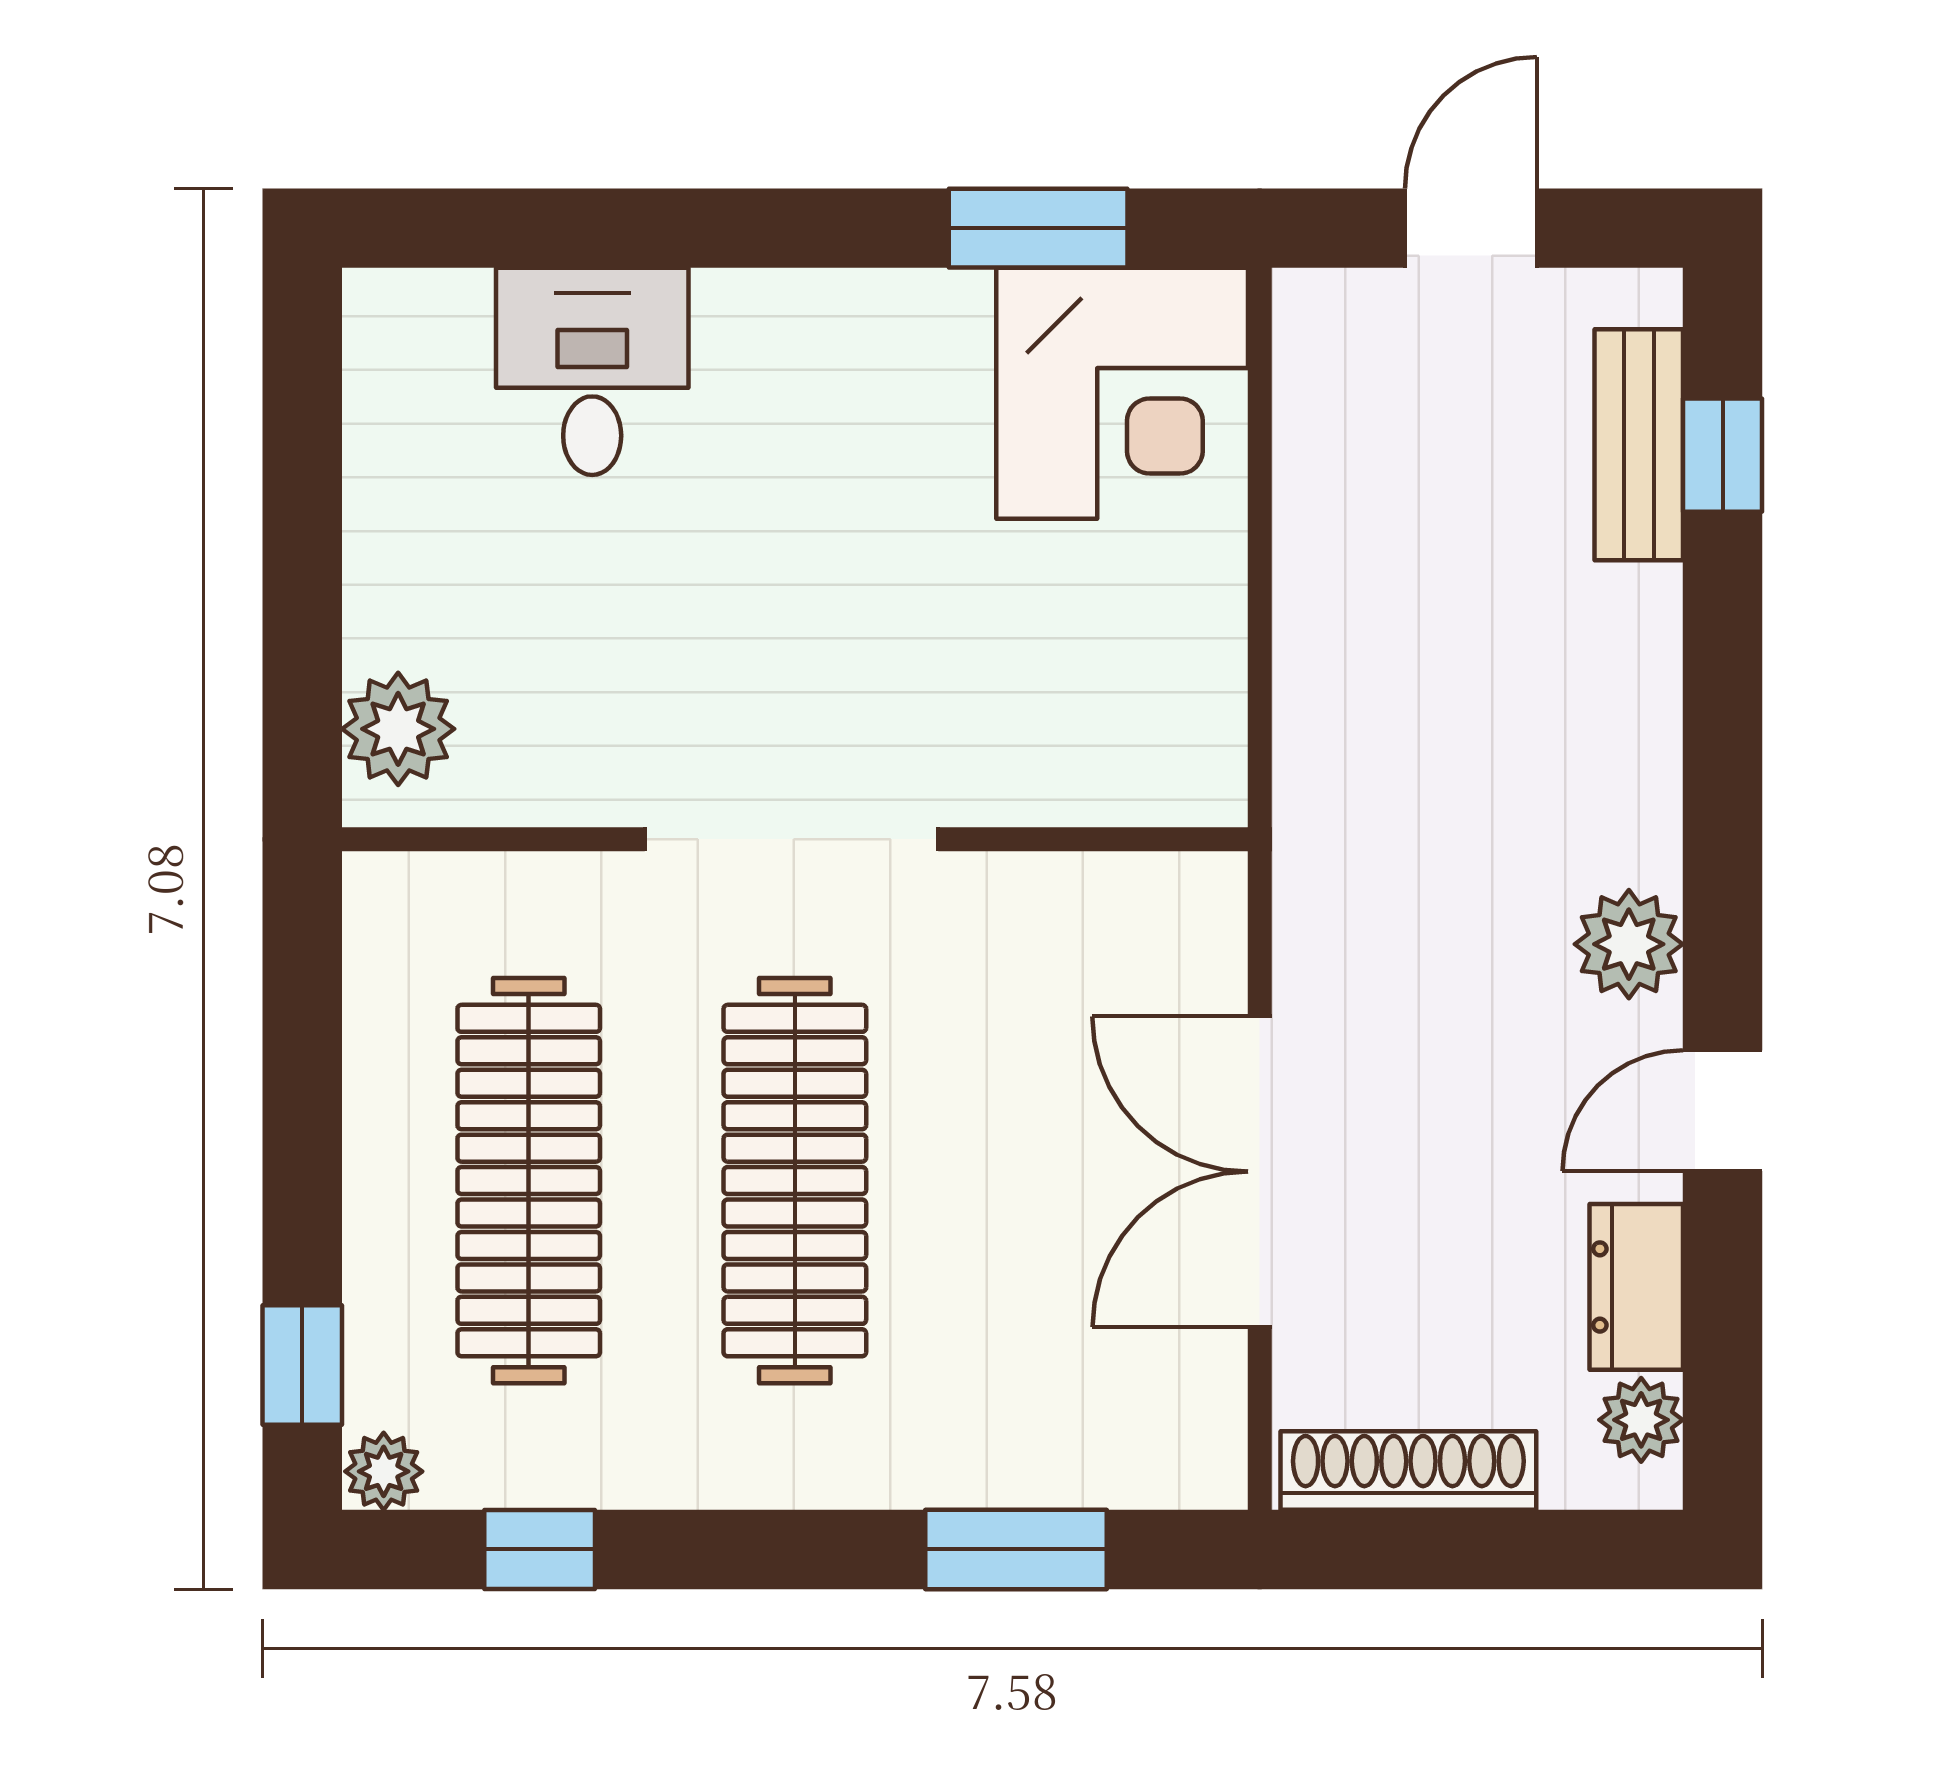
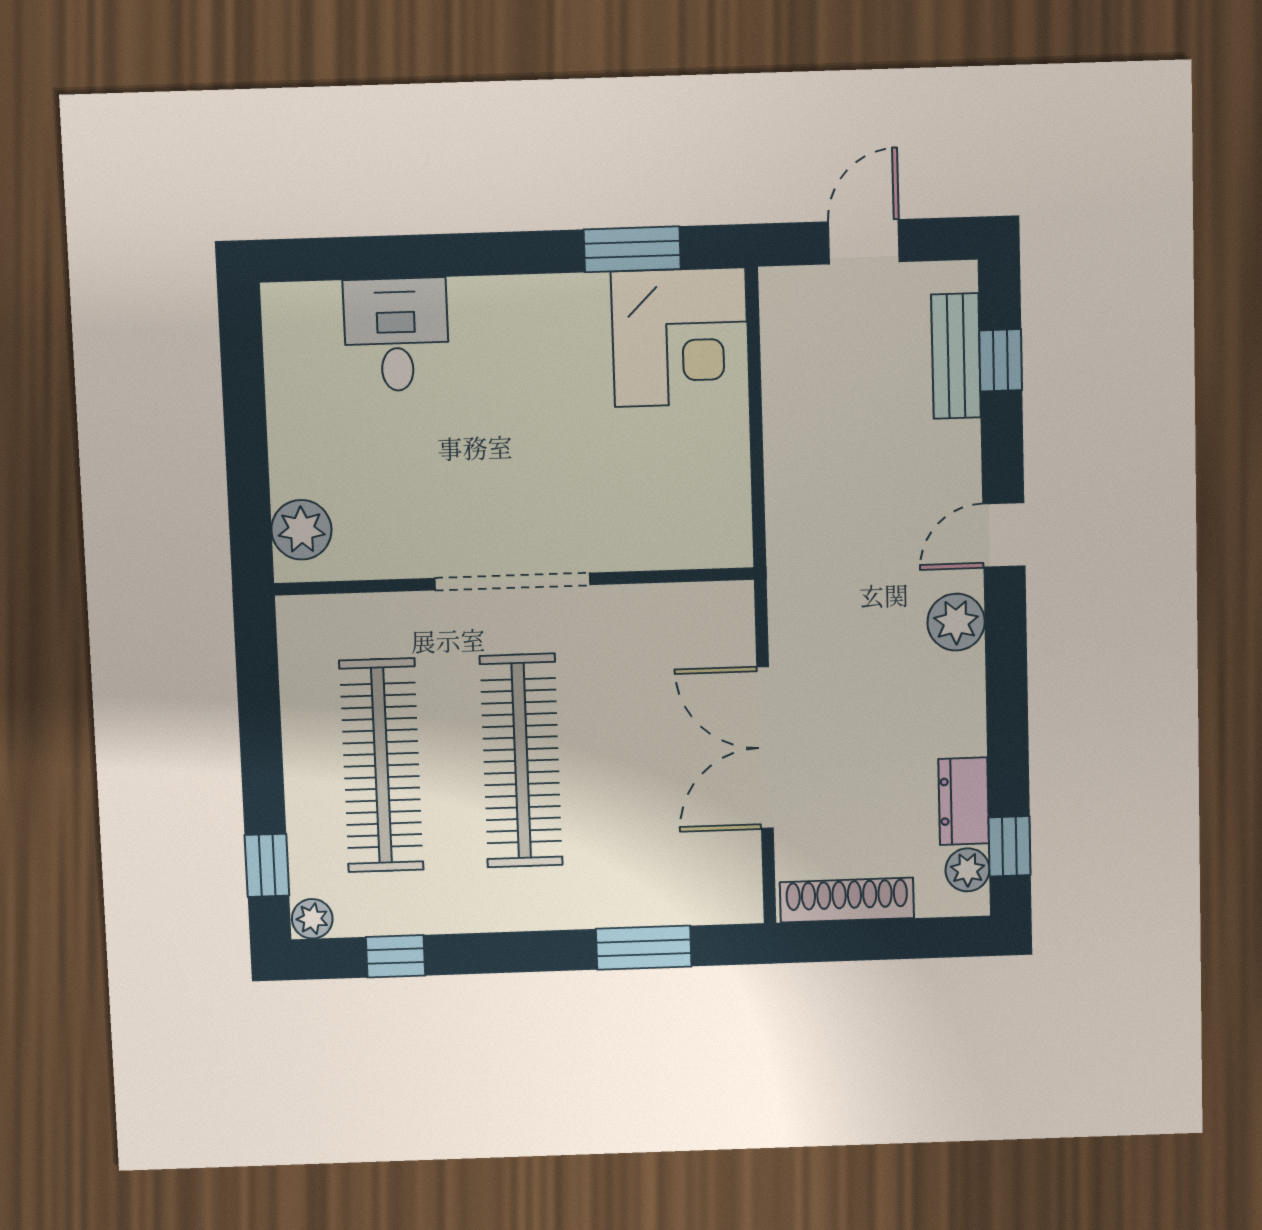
door: (1723, 1111) -> (1004, 535), moved
window: (1723, 1377) -> (1010, 846), added

